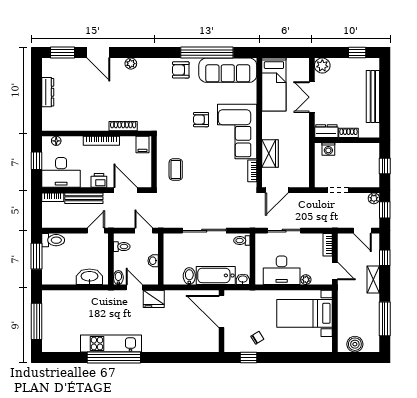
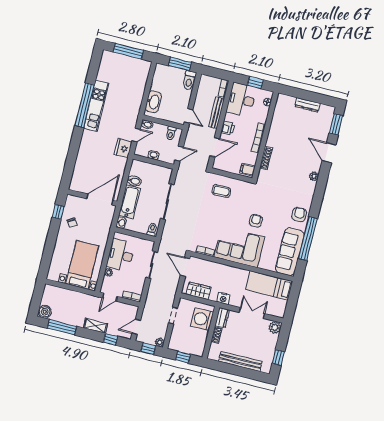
door: (98, 52) -> (329, 153), hinge flipped
nightstand: (303, 135) -> (223, 298), added
washing machine: (328, 149) -> (202, 319), width x1.89, depth x1.89
wardrobe: (270, 153) -> (198, 291), moved, turned 180
boiler: (355, 344) -> (45, 312), moved

